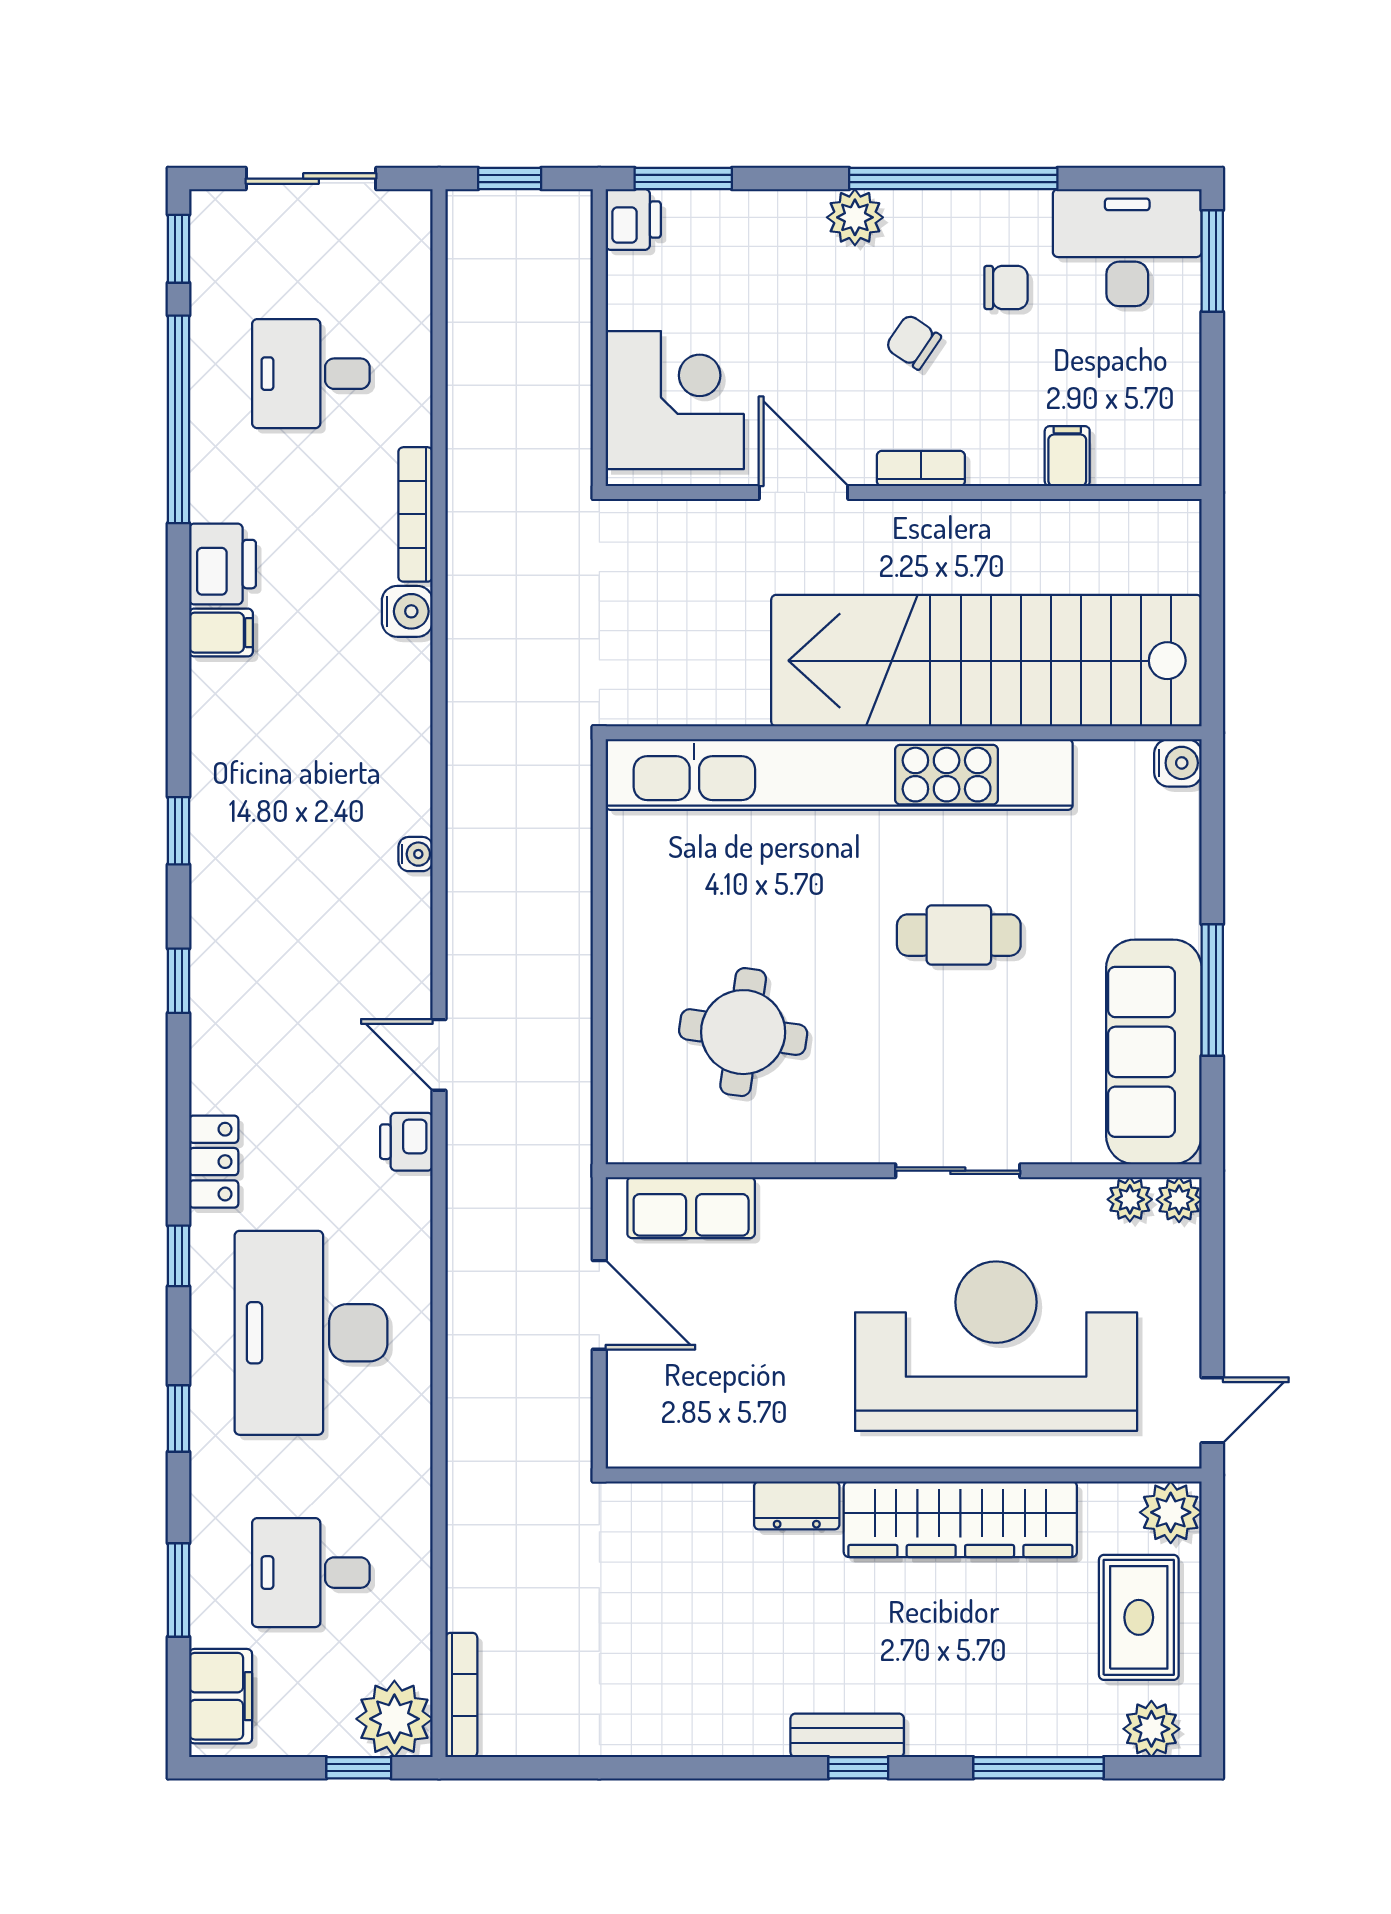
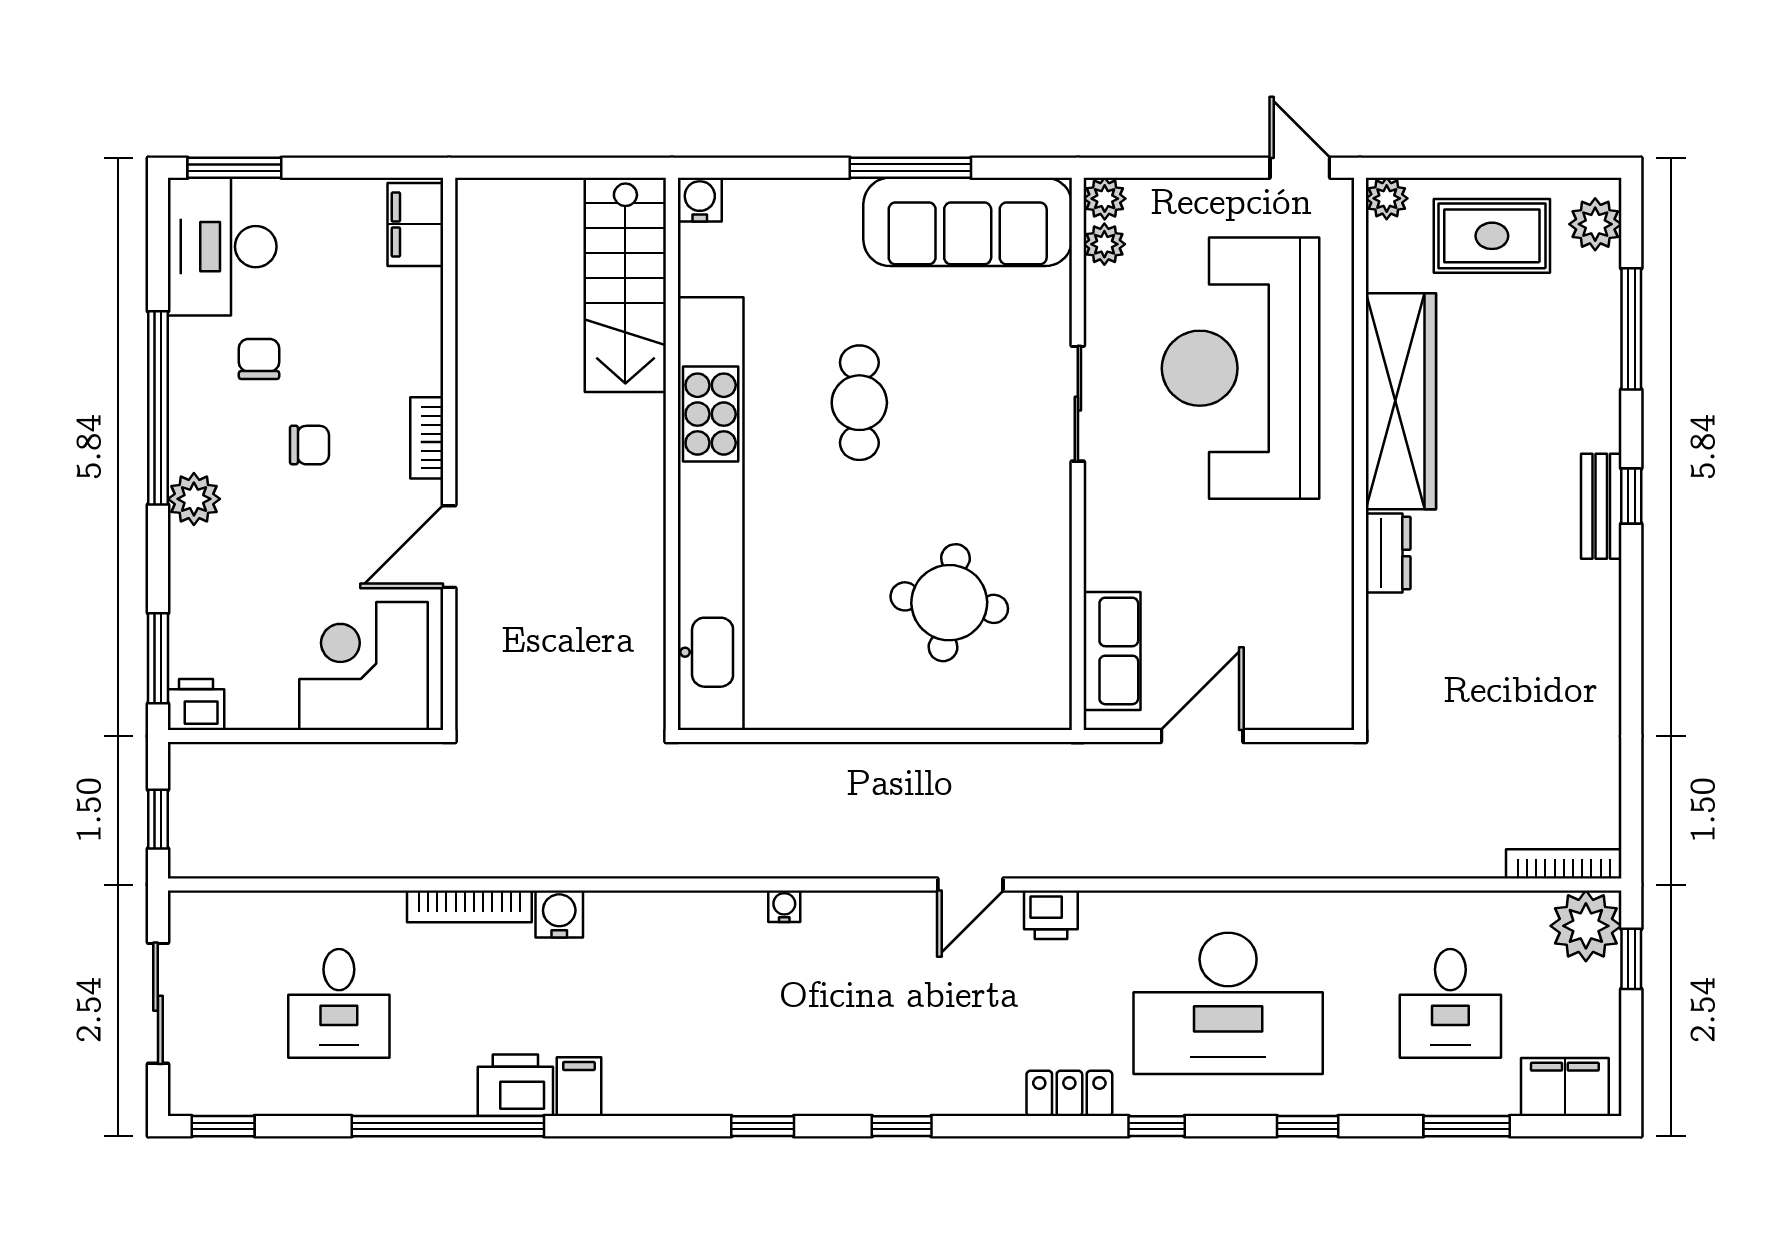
chair: (913, 342) -> (309, 445), turned -124
window: (178, 419) -> (448, 1126), moved
filing cabinet: (1067, 456) -> (415, 224), moved, width x2.00
stairs: (986, 661) -> (625, 285), width x0.54, depth x0.66
plant: (1171, 1512) -> (1387, 198), width x0.73, depth x0.73

